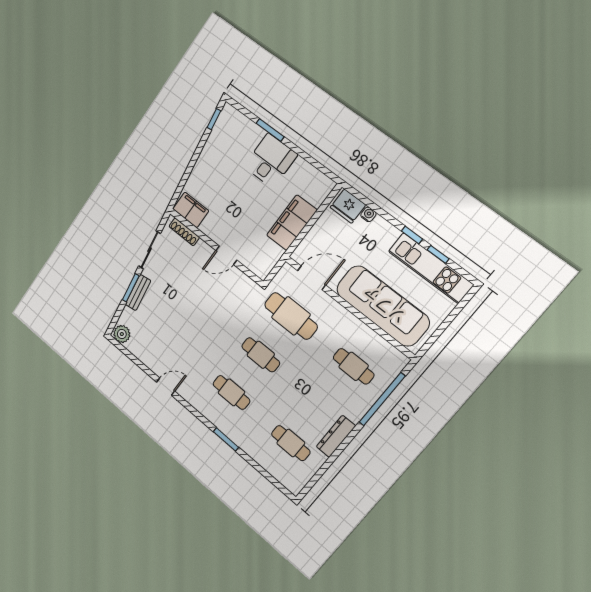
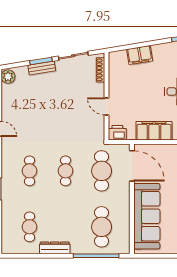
filing cabinet: (191, 210) -> (140, 55), moved, turned 81
printer: (263, 266) -> (117, 133), added
door: (311, 278) -> (132, 166), width x1.36
cafe table: (354, 366) -> (102, 227), width x1.37, depth x1.35

